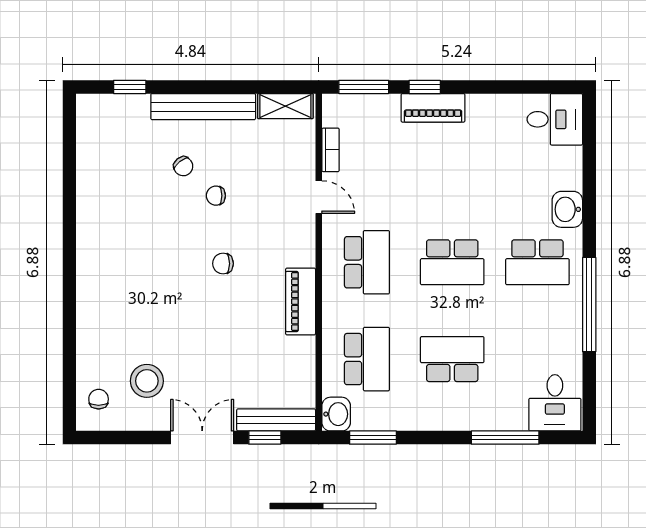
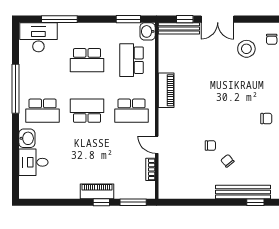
shelving: (285, 106) -> (174, 192), removed
bench: (203, 107) -> (243, 192), moved
desk: (555, 119) -> (33, 162), moved
school desk: (367, 262) -> (132, 111), turned -90
school desk: (537, 262) -> (42, 111), turned 180
chair: (223, 264) -> (266, 119), moved
desk: (555, 403) -> (38, 37), width x1.37

